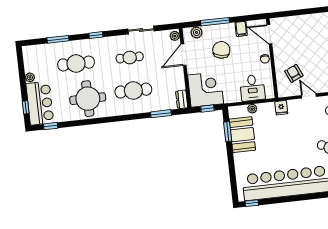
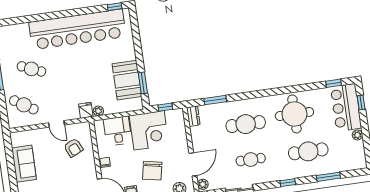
corner desk: (206, 89) -> (149, 130), moved, turned -90
plant: (252, 109) -> (98, 111), moved

